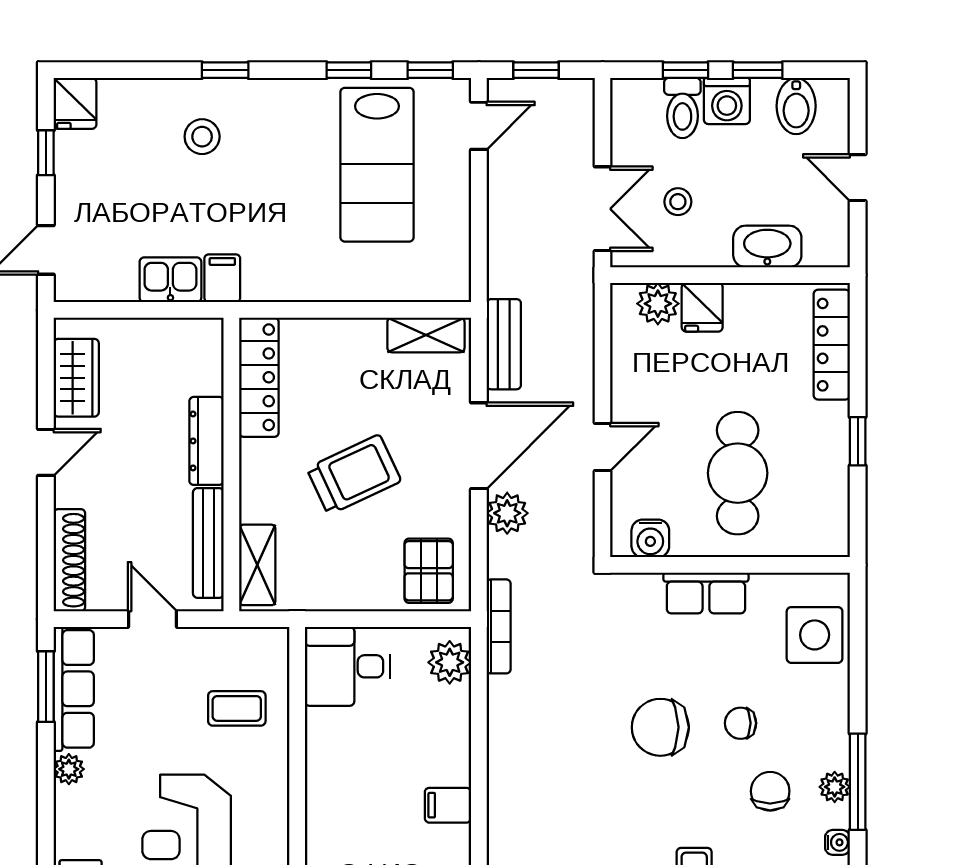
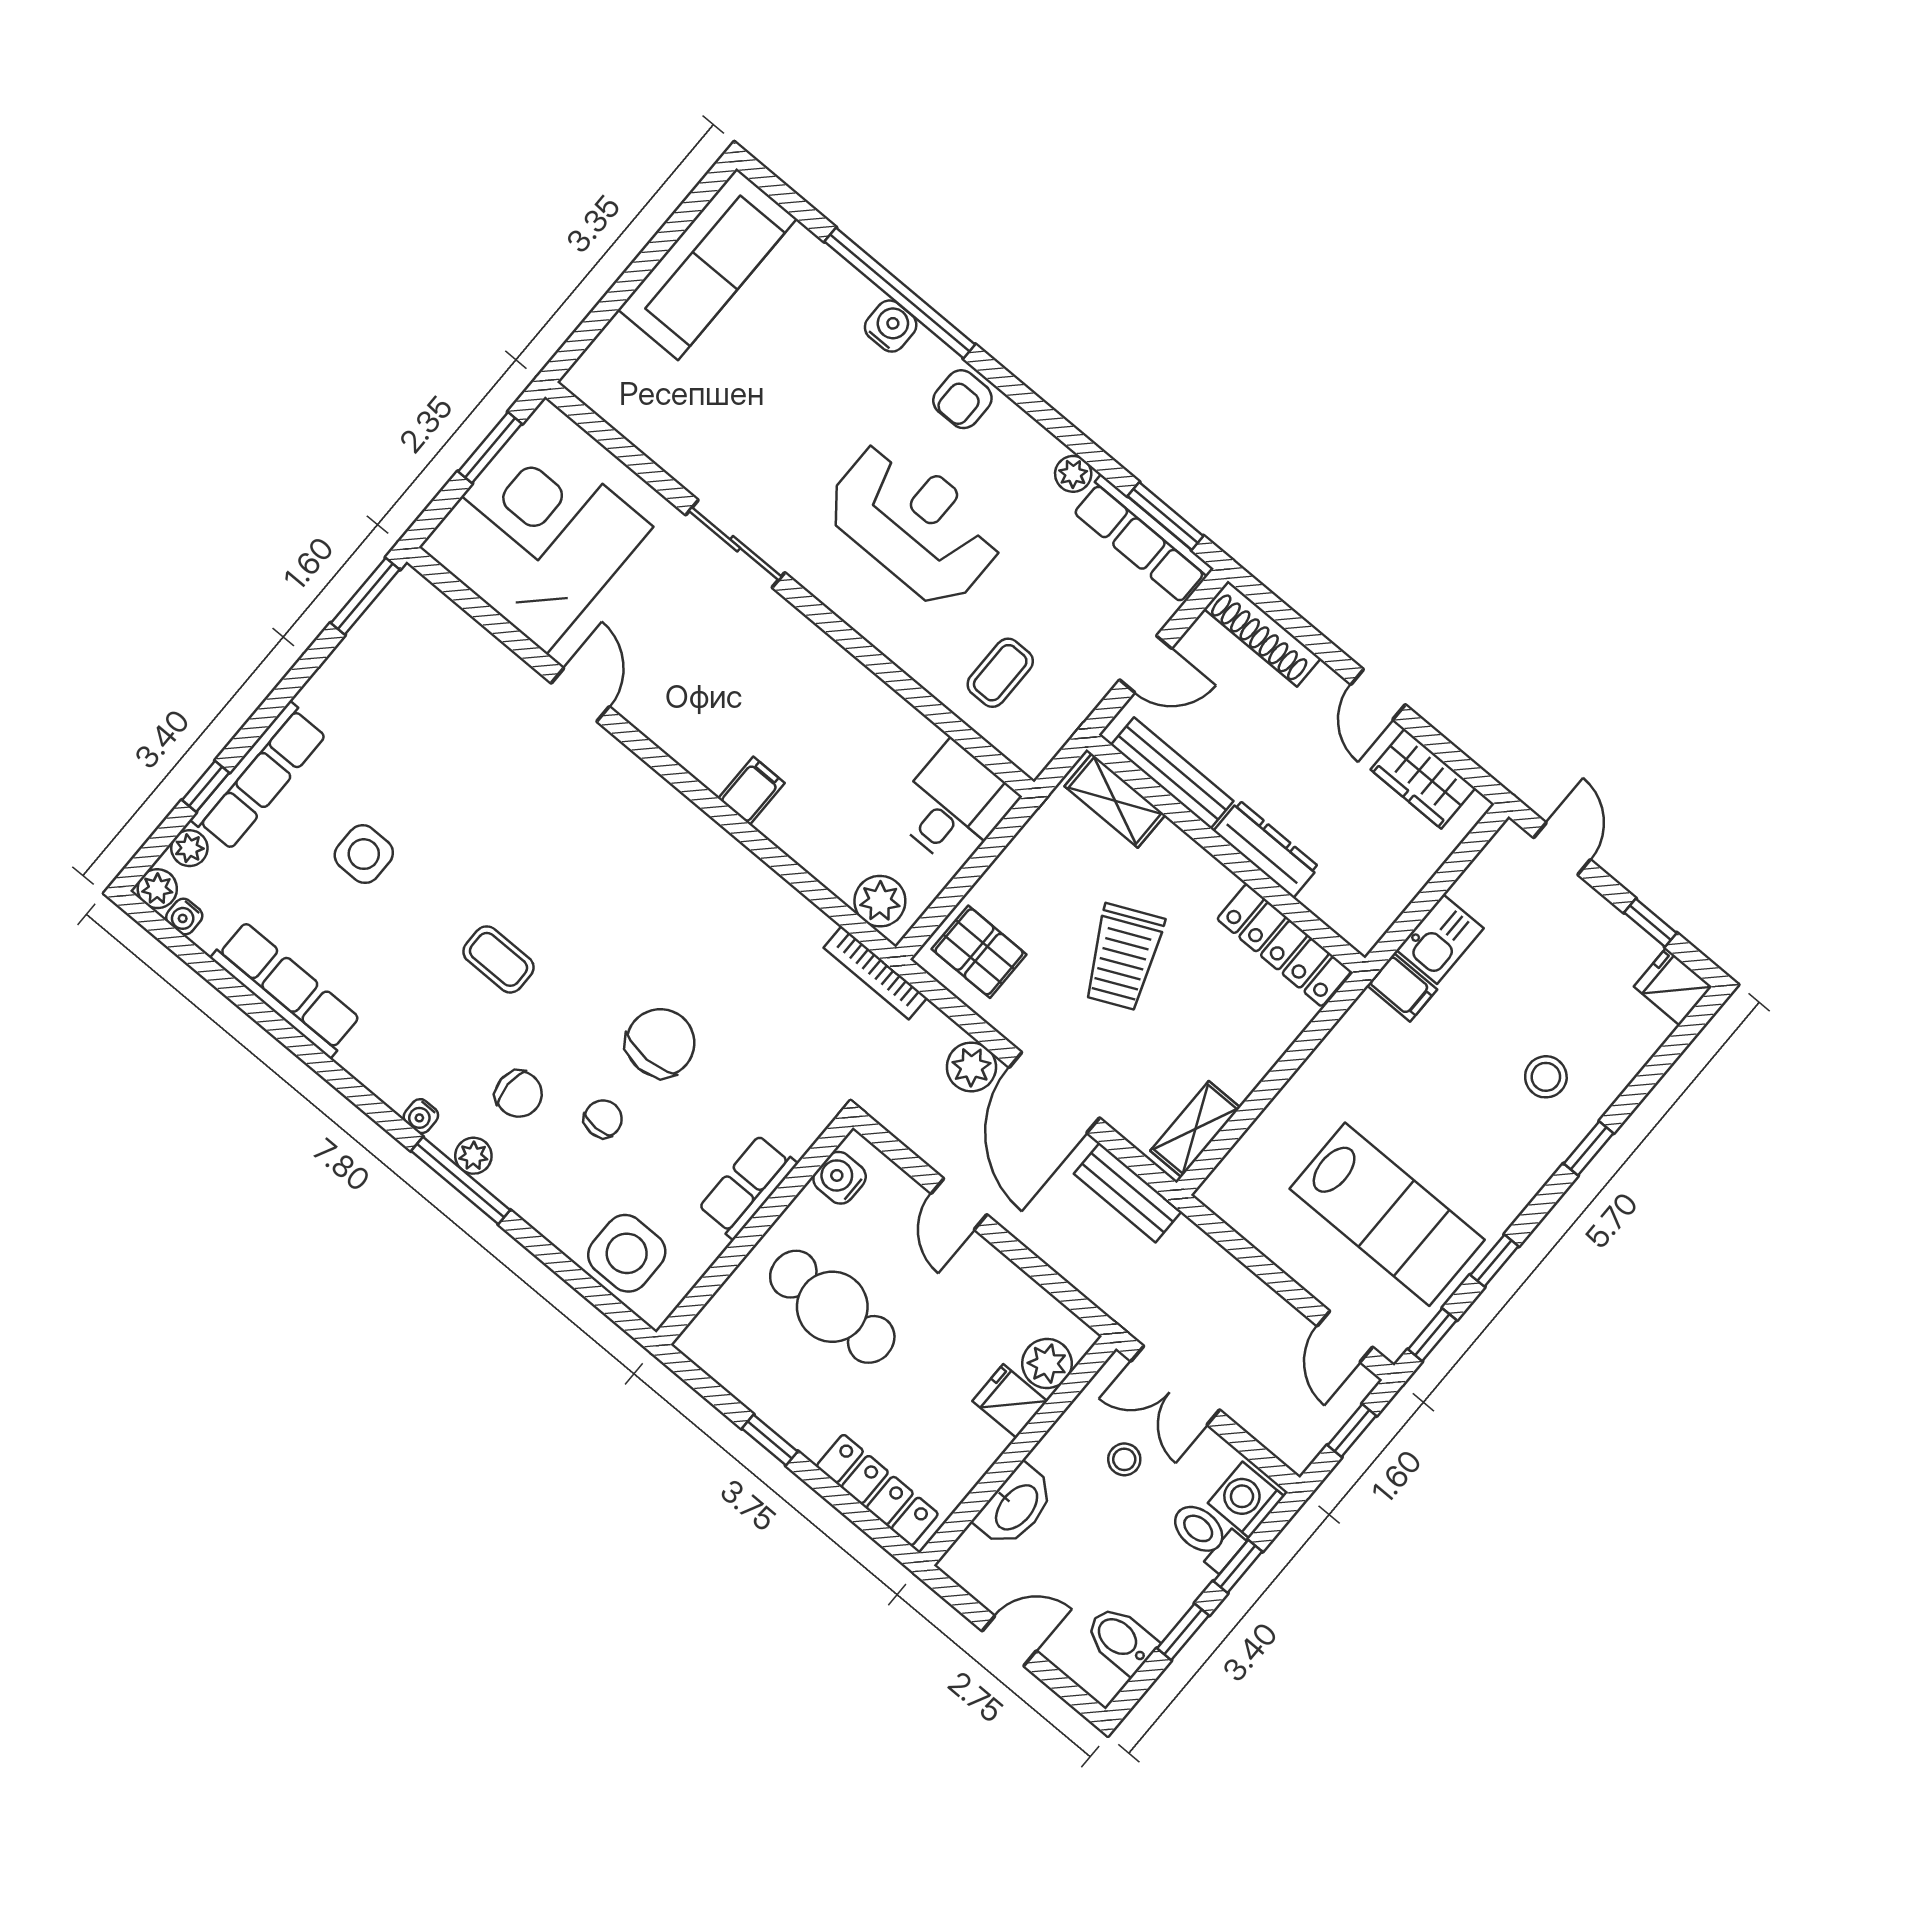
washing machine: (727, 101) -> (1246, 1500), moved
lab bench: (377, 165) -> (1387, 1214), turned 180

